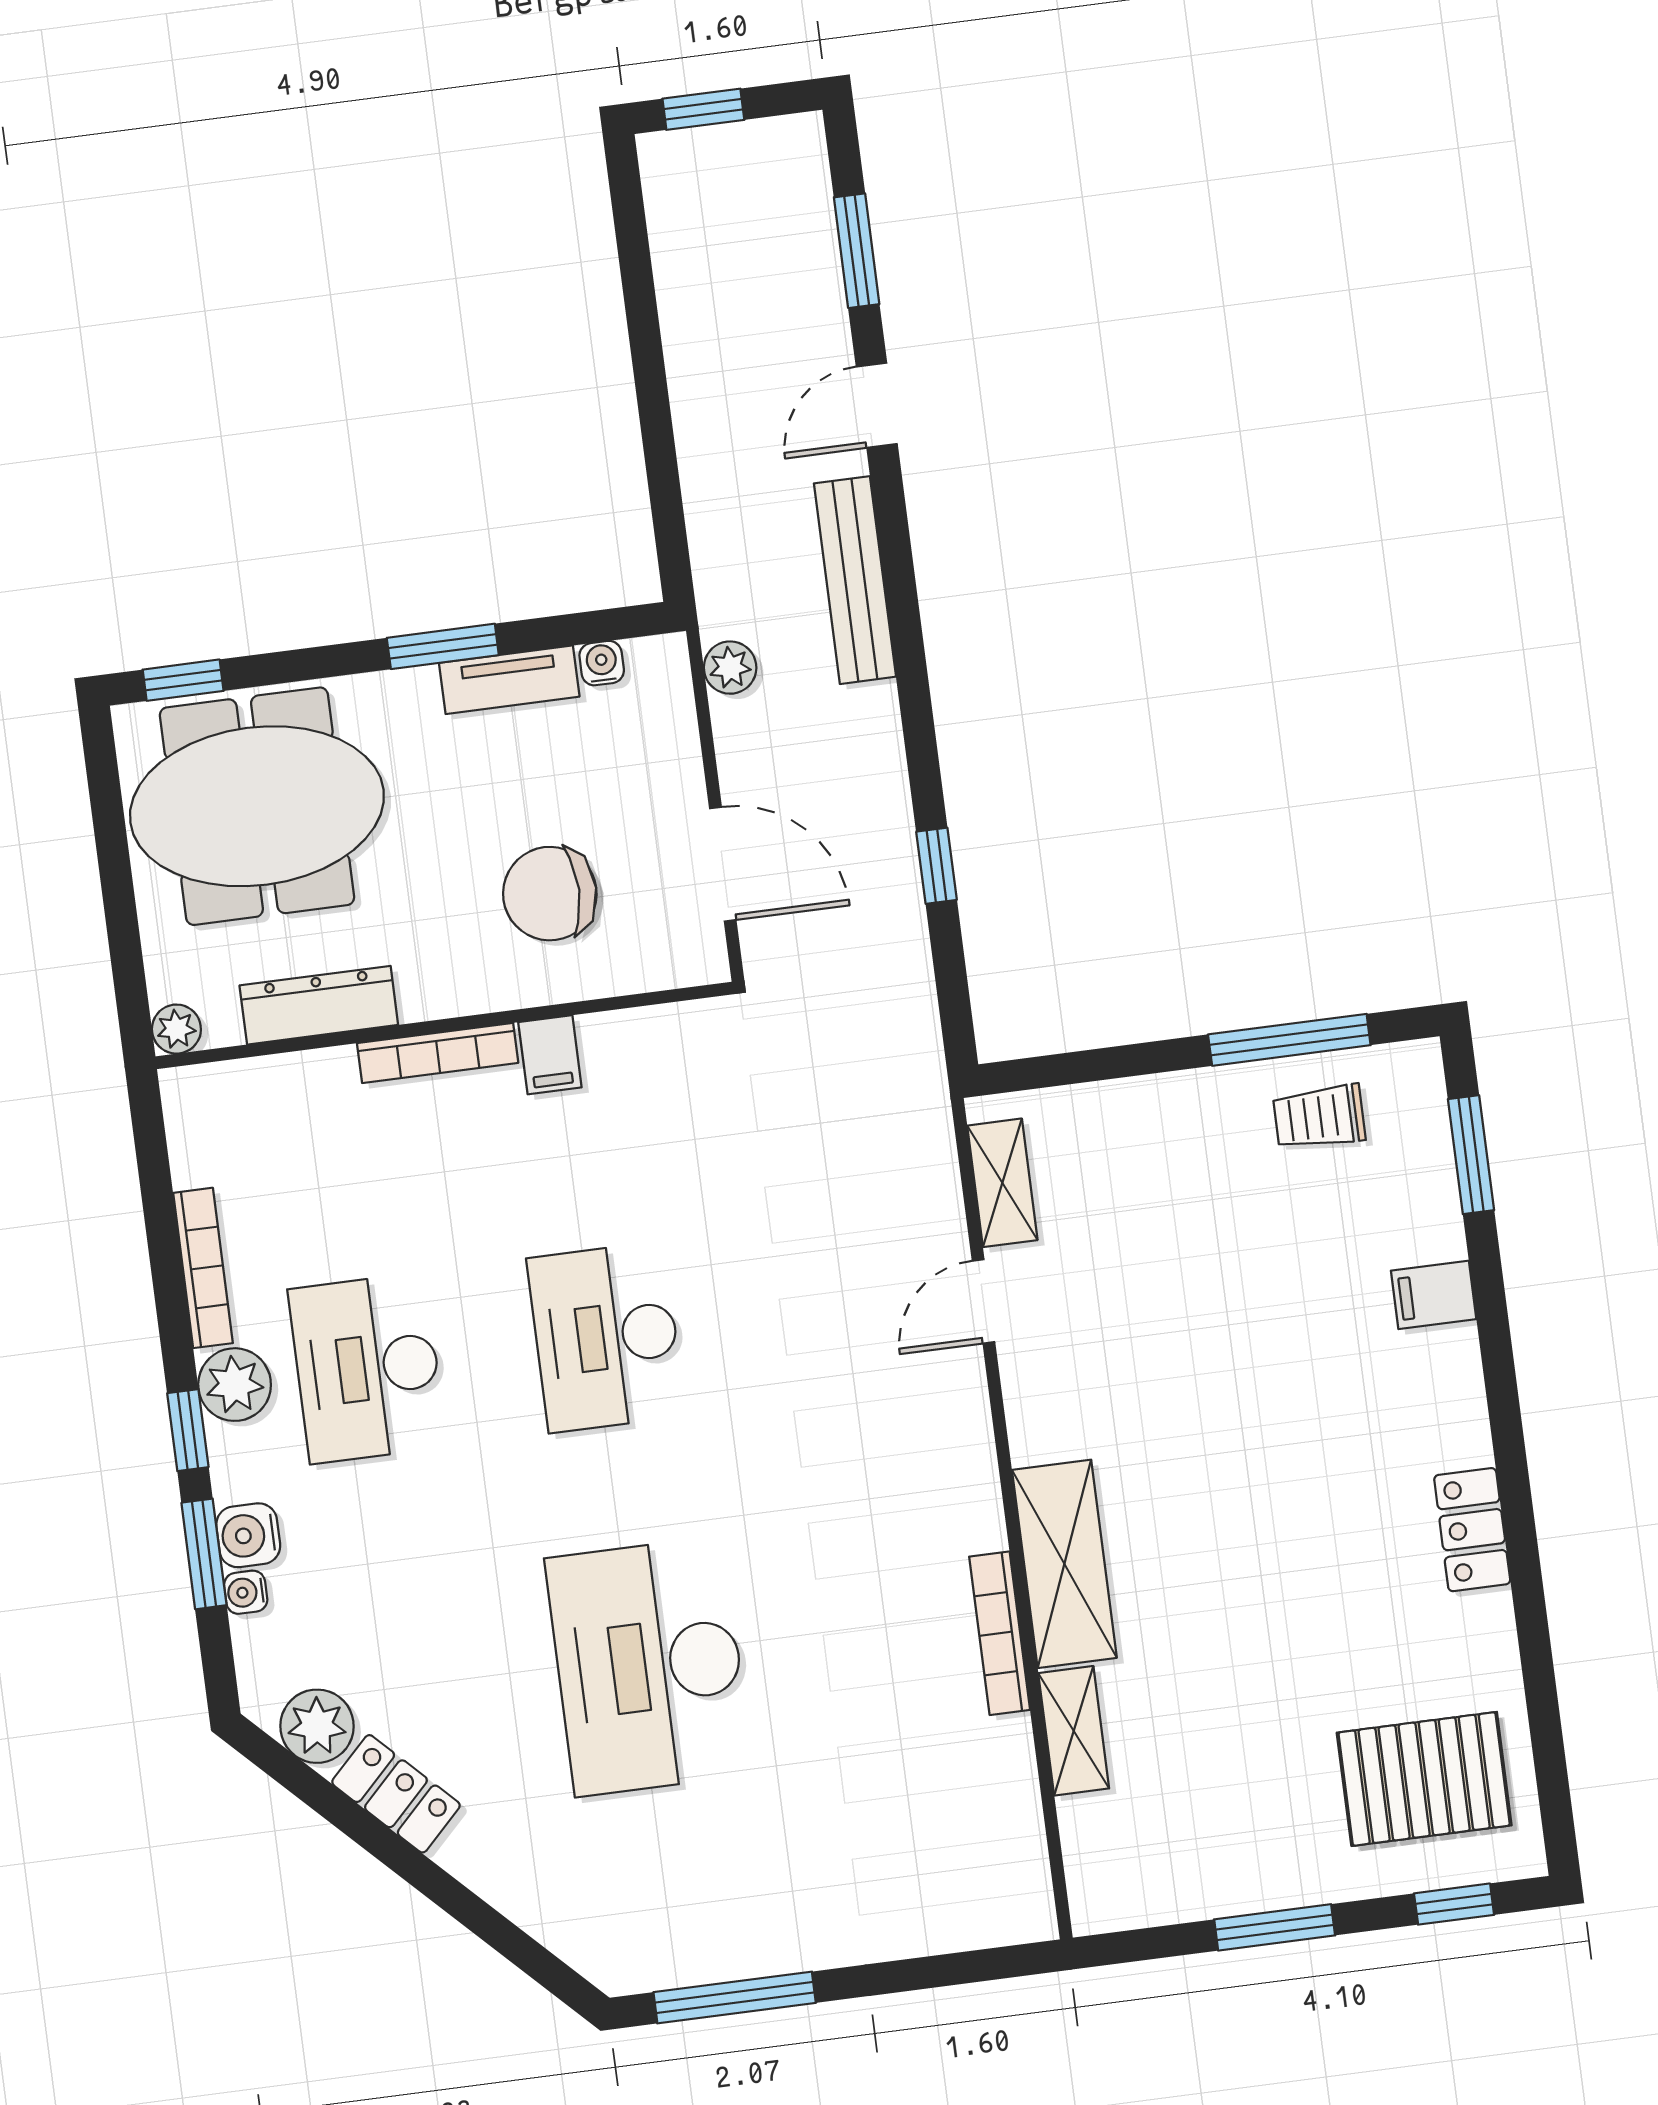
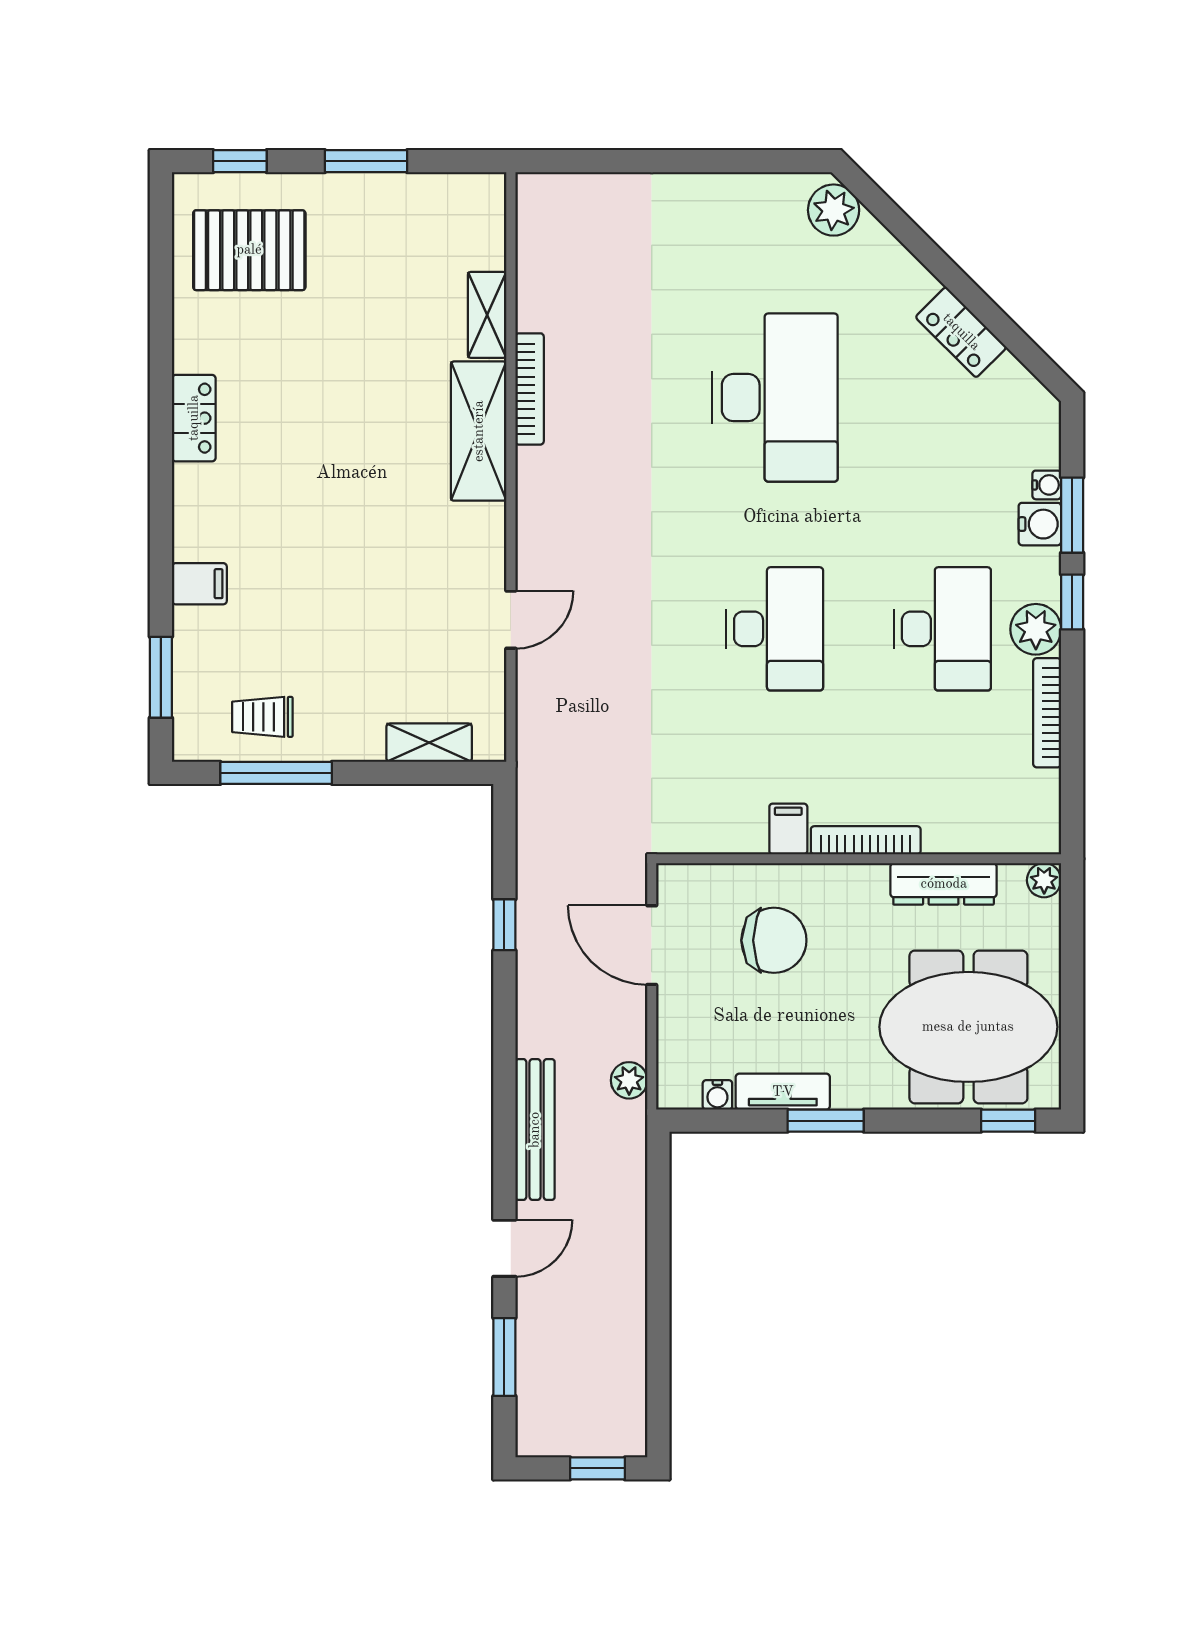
trolley: (1319, 1117) -> (262, 717), turned 180
shelving: (1002, 1183) -> (429, 743), moved, turned 90
plant: (317, 1726) -> (834, 210), moved
window: (735, 1998) -> (745, 161), removed

